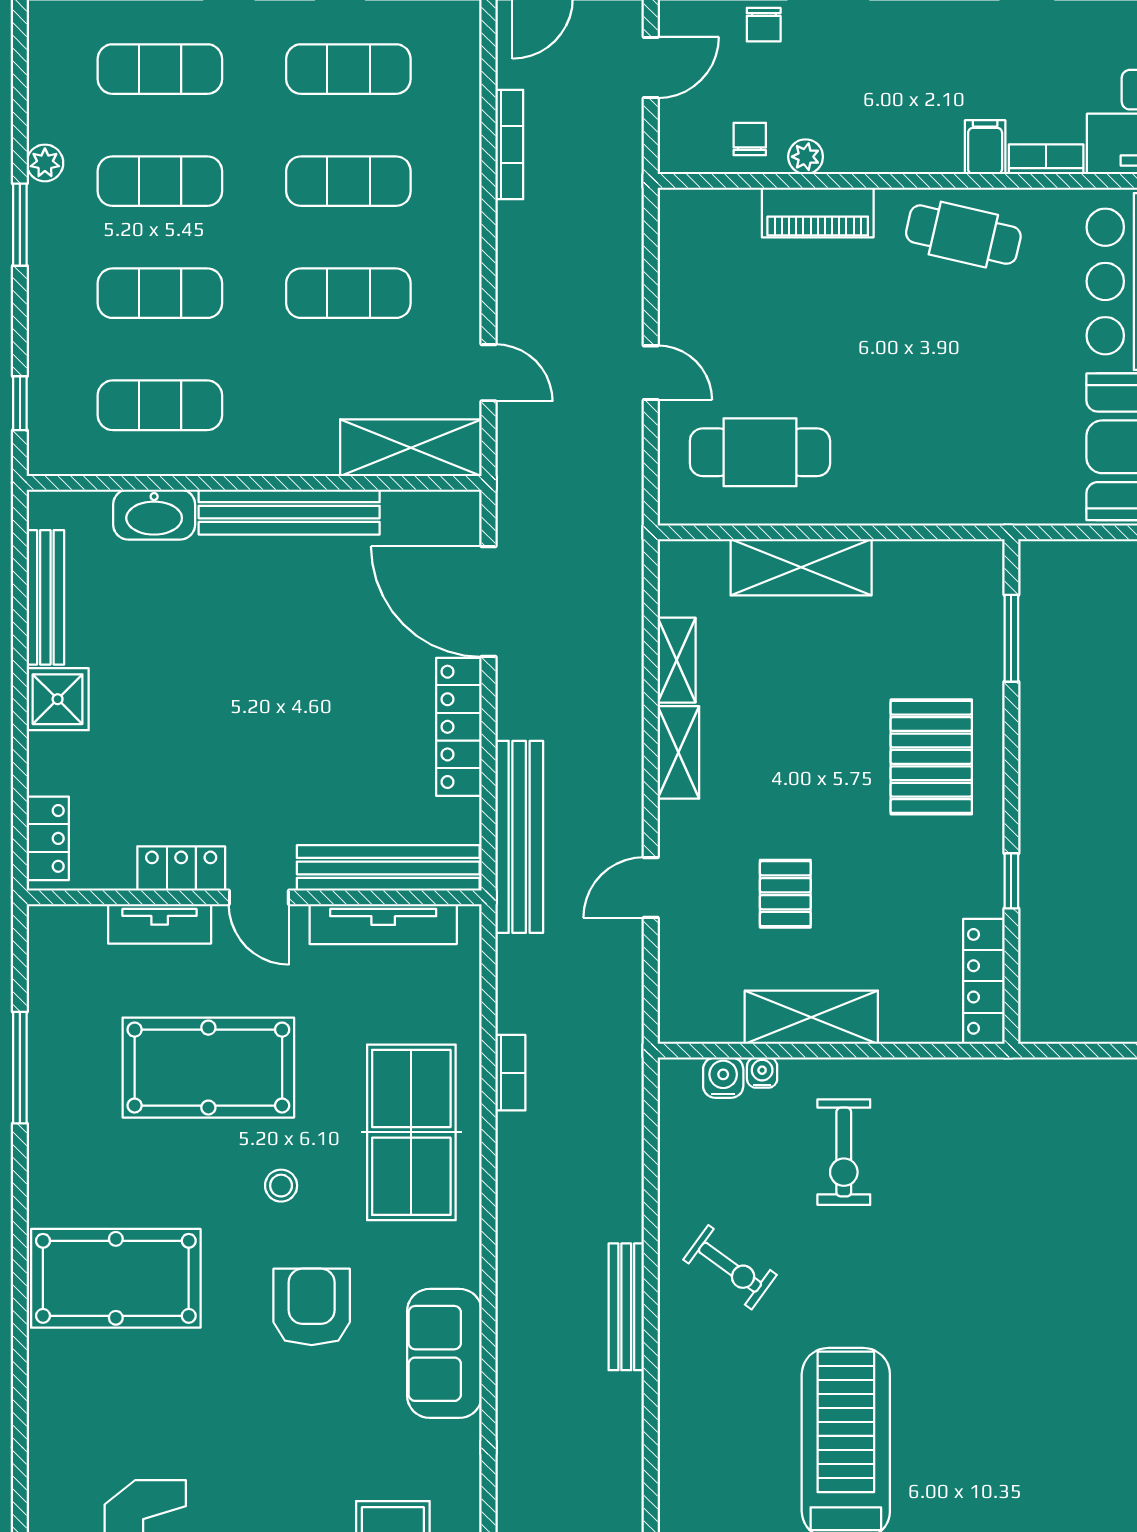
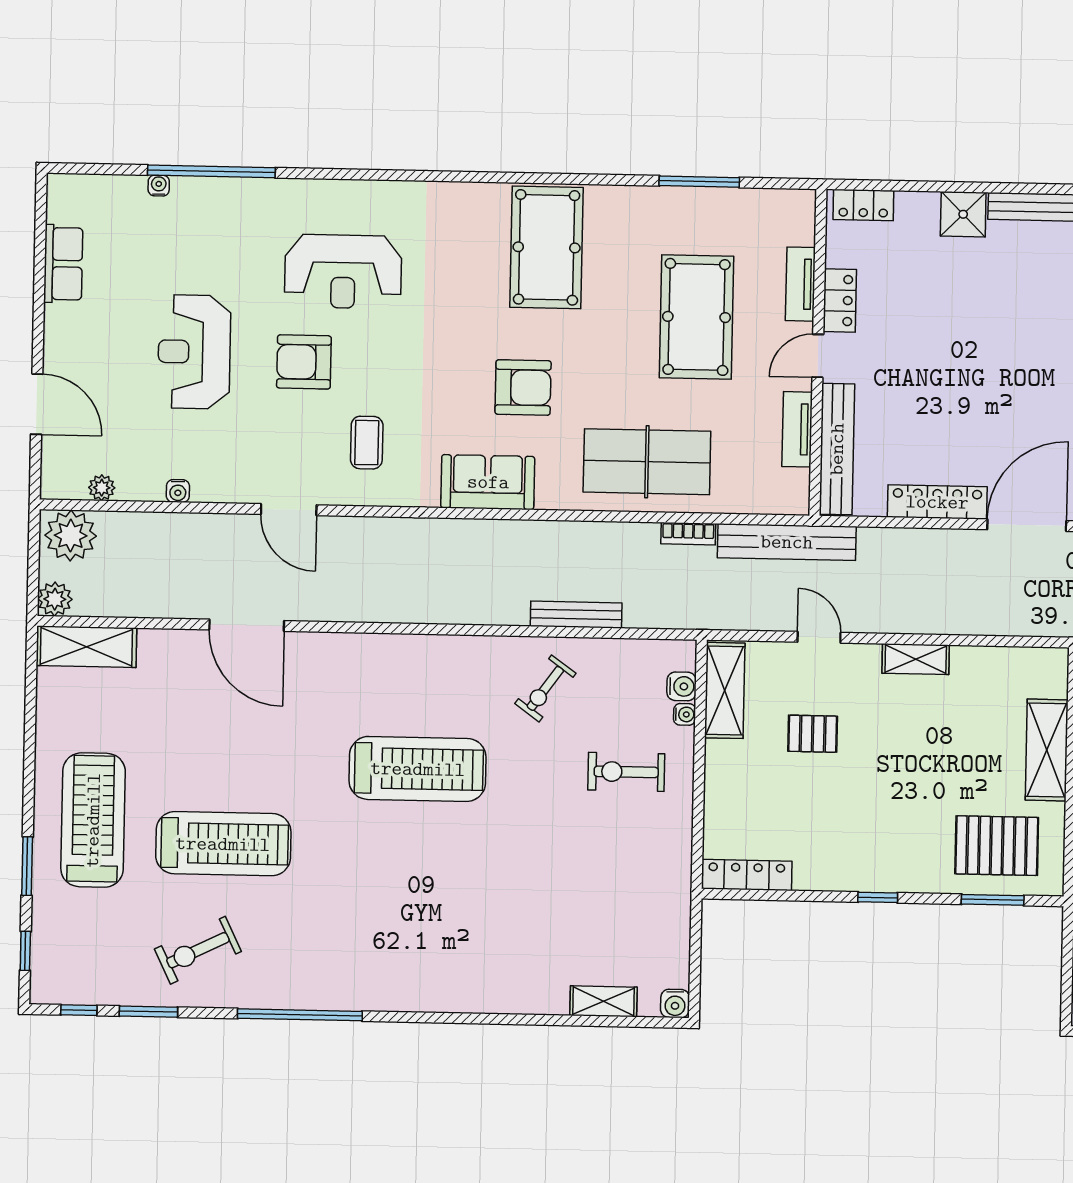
shelving: (677, 660) -> (982, 659), removed
pallet: (931, 757) -> (997, 846), moved
bench: (519, 837) -> (787, 542), moved
window: (1011, 881) -> (878, 897), moved
tv unit: (383, 924) -> (797, 429), width x0.71
shelving: (811, 1017) -> (725, 690), moved
stool: (281, 1186) -> (611, 367), removed
bench: (626, 1307) -> (576, 615), moved

